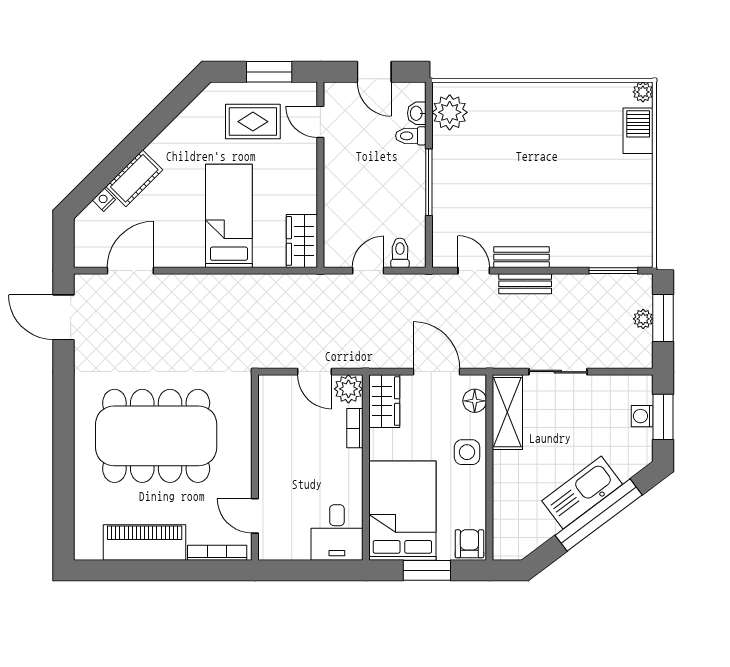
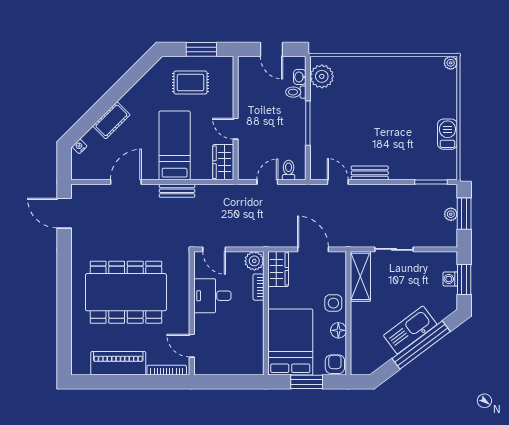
door: (320, 122) -> (236, 129), moved
barbecue: (638, 131) -> (447, 134), moved
nightstand: (104, 200) -> (80, 146), moved
door: (130, 271) -> (126, 182), moved
bench: (525, 284) -> (177, 191), moved
door: (314, 372) -> (214, 249), moved
floor lamp: (475, 401) -> (338, 330), moved
desk: (337, 532) -> (212, 296), moved, turned 90

